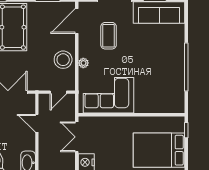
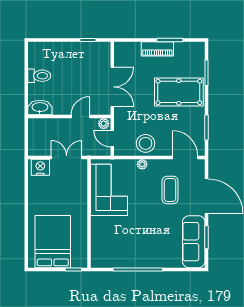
coffee table: (109, 36) -> (170, 190), turned 90
plant: (44, 101) -> (104, 124), added

